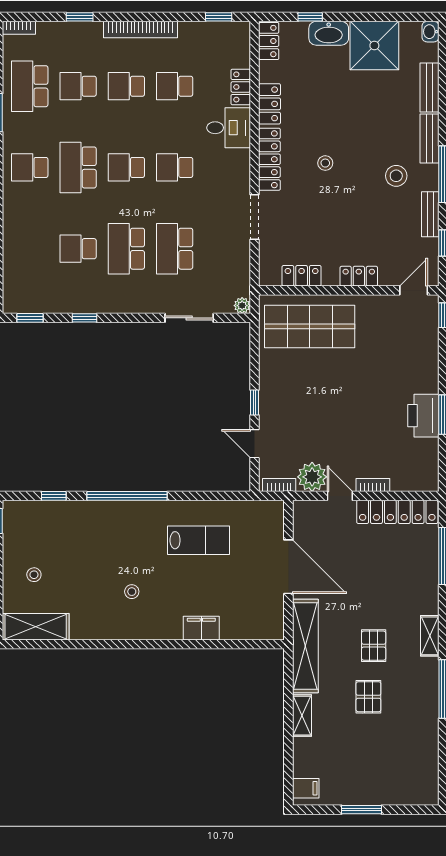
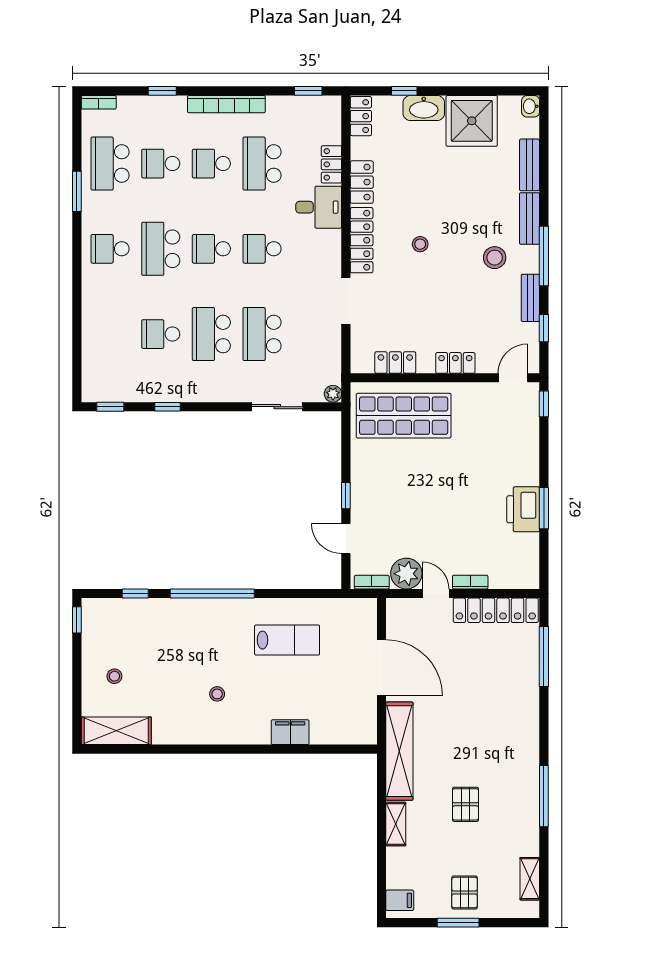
school desk: (175, 86) -> (262, 164), width x1.85
shelving: (430, 636) -> (530, 879), moved
pallet: (374, 646) -> (465, 893), moved

